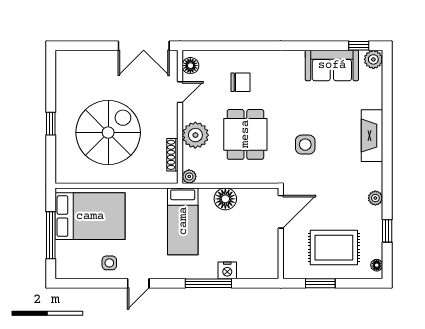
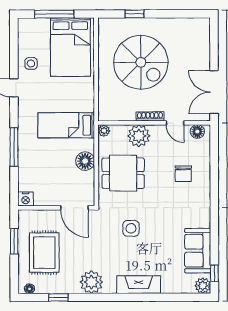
window: (51, 124) -> (135, 14), moved
dining table: (245, 134) -> (123, 173), moved
shoe rack: (172, 155) -> (150, 116), moved
plant: (375, 198) -> (91, 282), width x1.87, depth x1.87
nightstand: (227, 270) -> (26, 199), moved, turned -90

